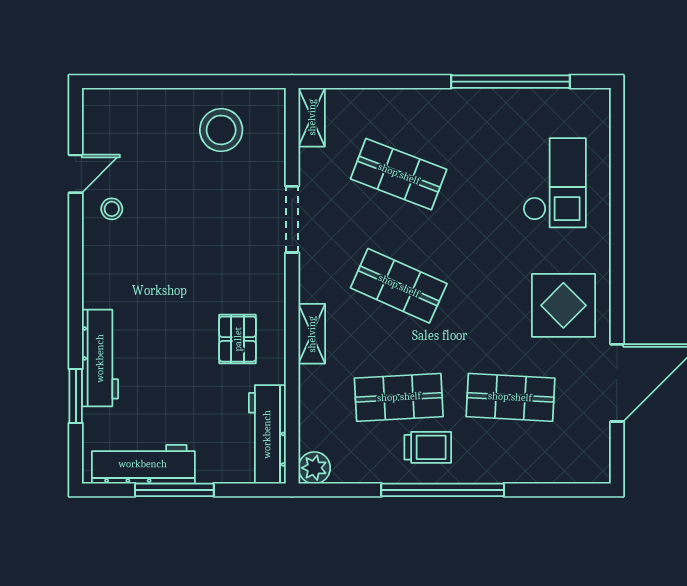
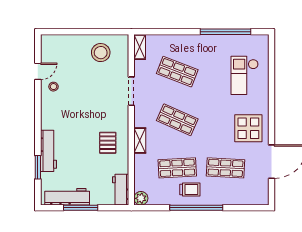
checkout: (555, 183) -> (245, 75), turned 180
workbench: (267, 434) -> (121, 190), width x0.73

